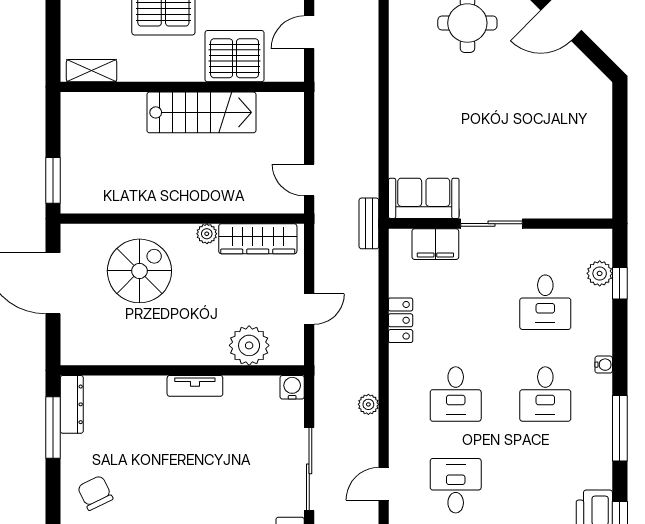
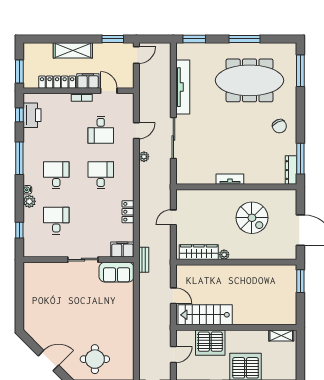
stairs: (201, 112) -> (205, 315), moved
door: (309, 180) -> (173, 296), moved
filing cabinet: (435, 244) -> (122, 249), moved
spiral stairs: (139, 271) -> (252, 218), moved, turned -90
plant: (600, 273) -> (29, 201), moved
plant: (249, 345) -> (203, 199), removed
water cooler: (292, 387) -> (182, 179), removed
plant: (368, 404) -> (144, 157), moved

